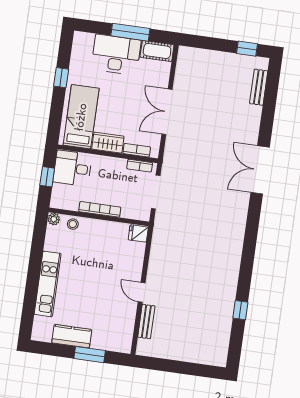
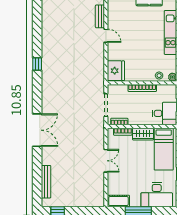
desk: (116, 55) -> (157, 195), moved
bench: (259, 87) -> (46, 182), width x1.36
double door: (167, 112) -> (106, 161), width x0.73
fridge: (138, 233) -> (116, 71), width x1.88, depth x1.34
window: (240, 310) -> (37, 64), moved

